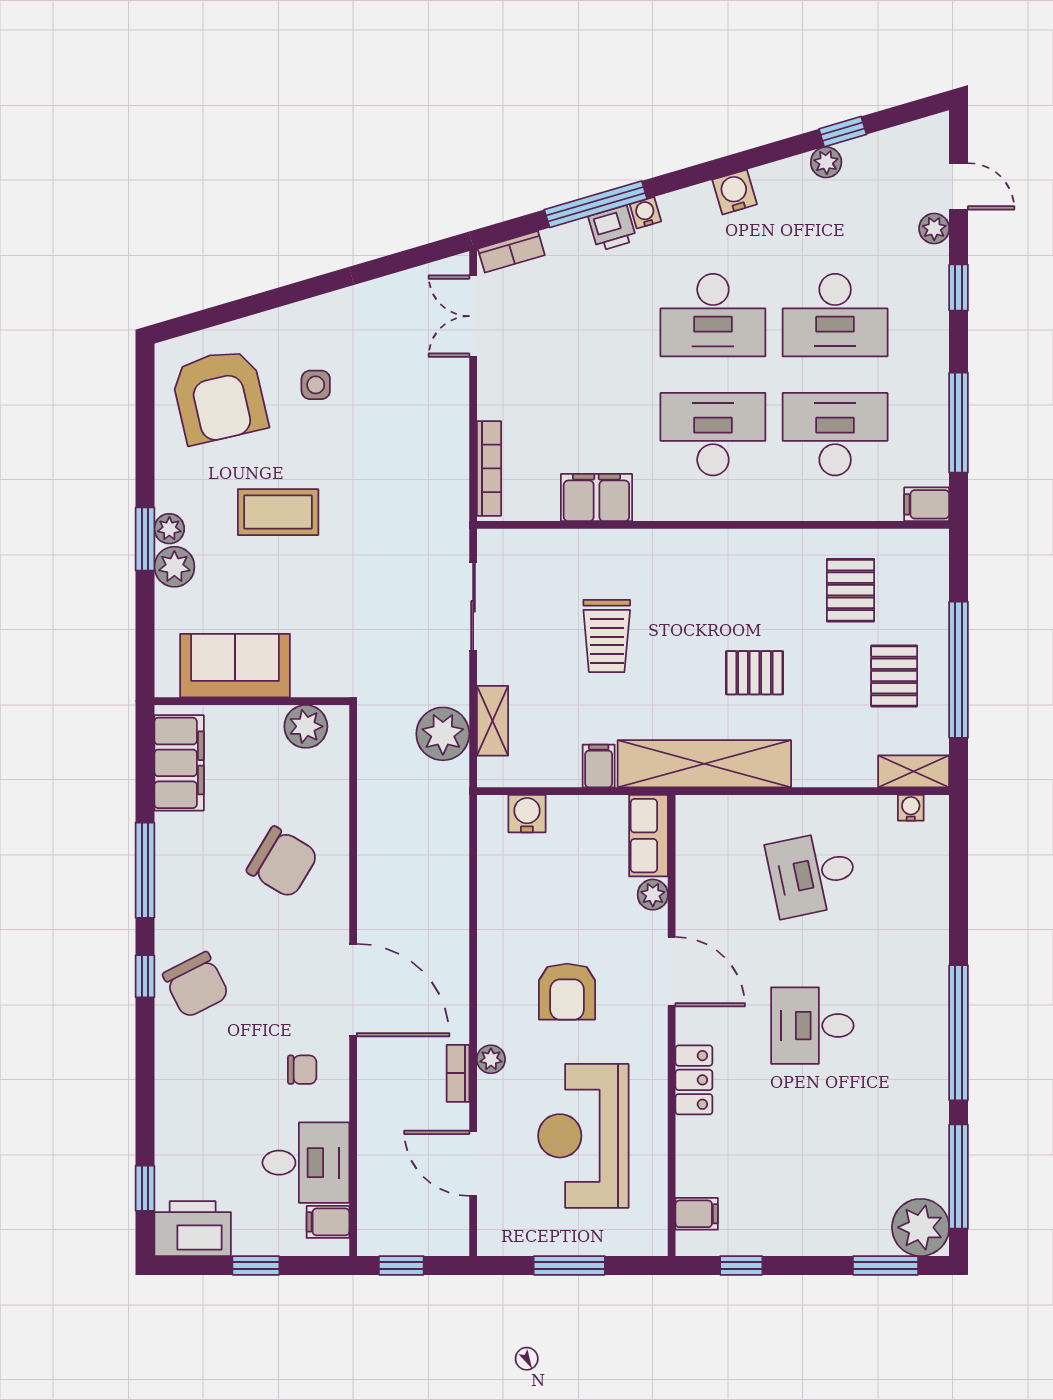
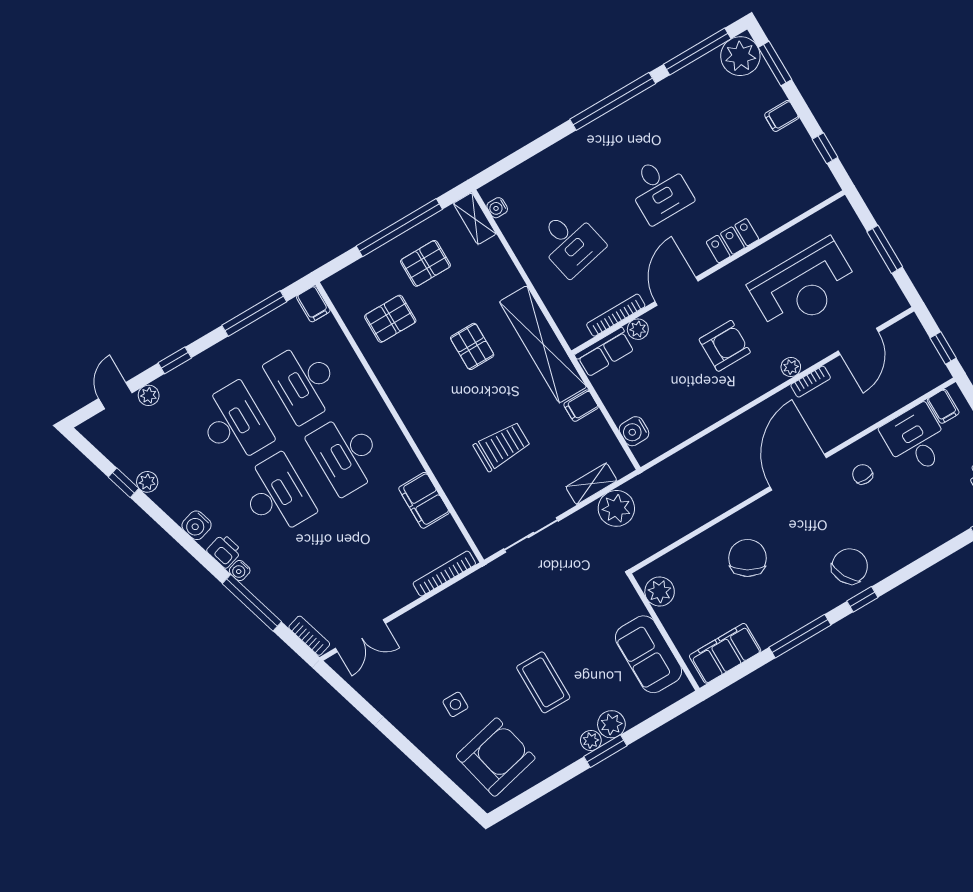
printer: (612, 228) -> (224, 551), moved
bookcase: (687, 877) -> (616, 315), added
filing cabinet: (697, 1214) -> (782, 116), moved, turned -90

